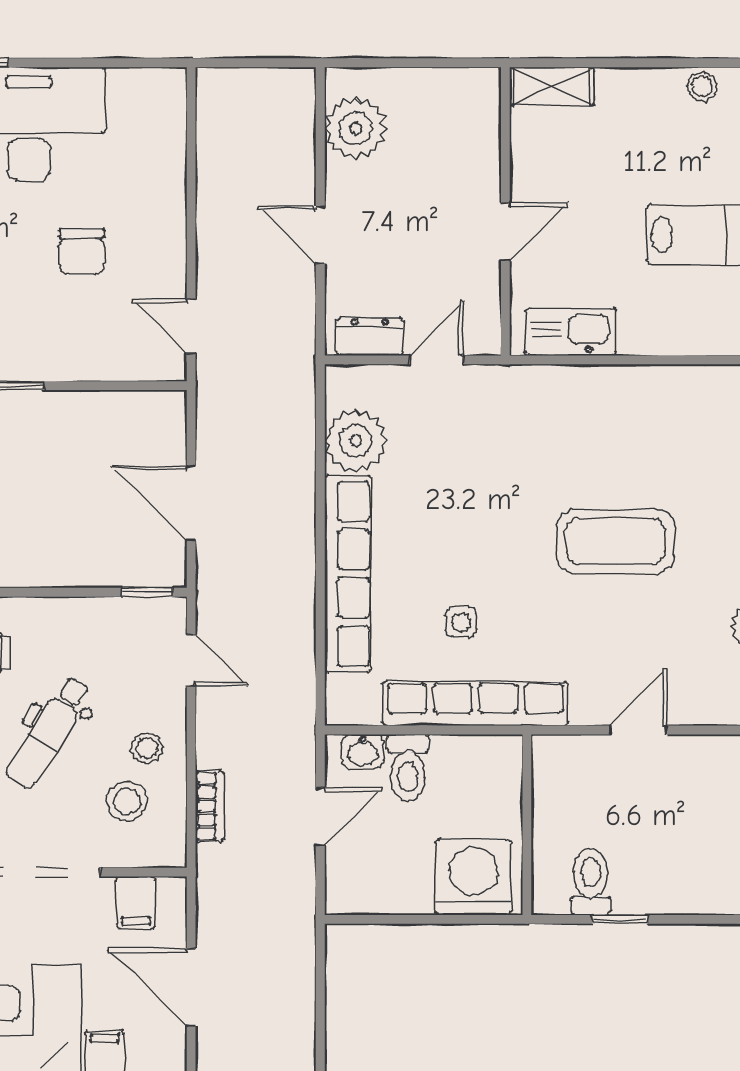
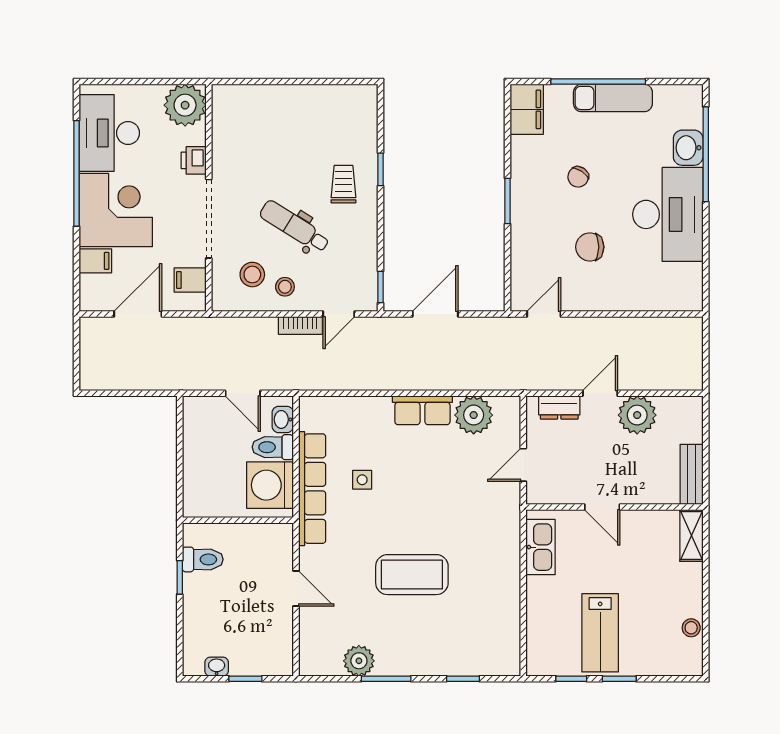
bench: (452, 86) -> (692, 474), added
plant: (356, 128) -> (637, 415), moved
dresser: (370, 337) -> (559, 408), moved, turned 90
door: (437, 360) -> (523, 465), swing flipped
coffee table: (615, 541) -> (412, 575), turned 90
row of seats: (348, 574) -> (422, 410), width x0.50
bookcase: (210, 806) -> (300, 325), moved
washing machine: (473, 877) -> (270, 485), moved, turned 180

